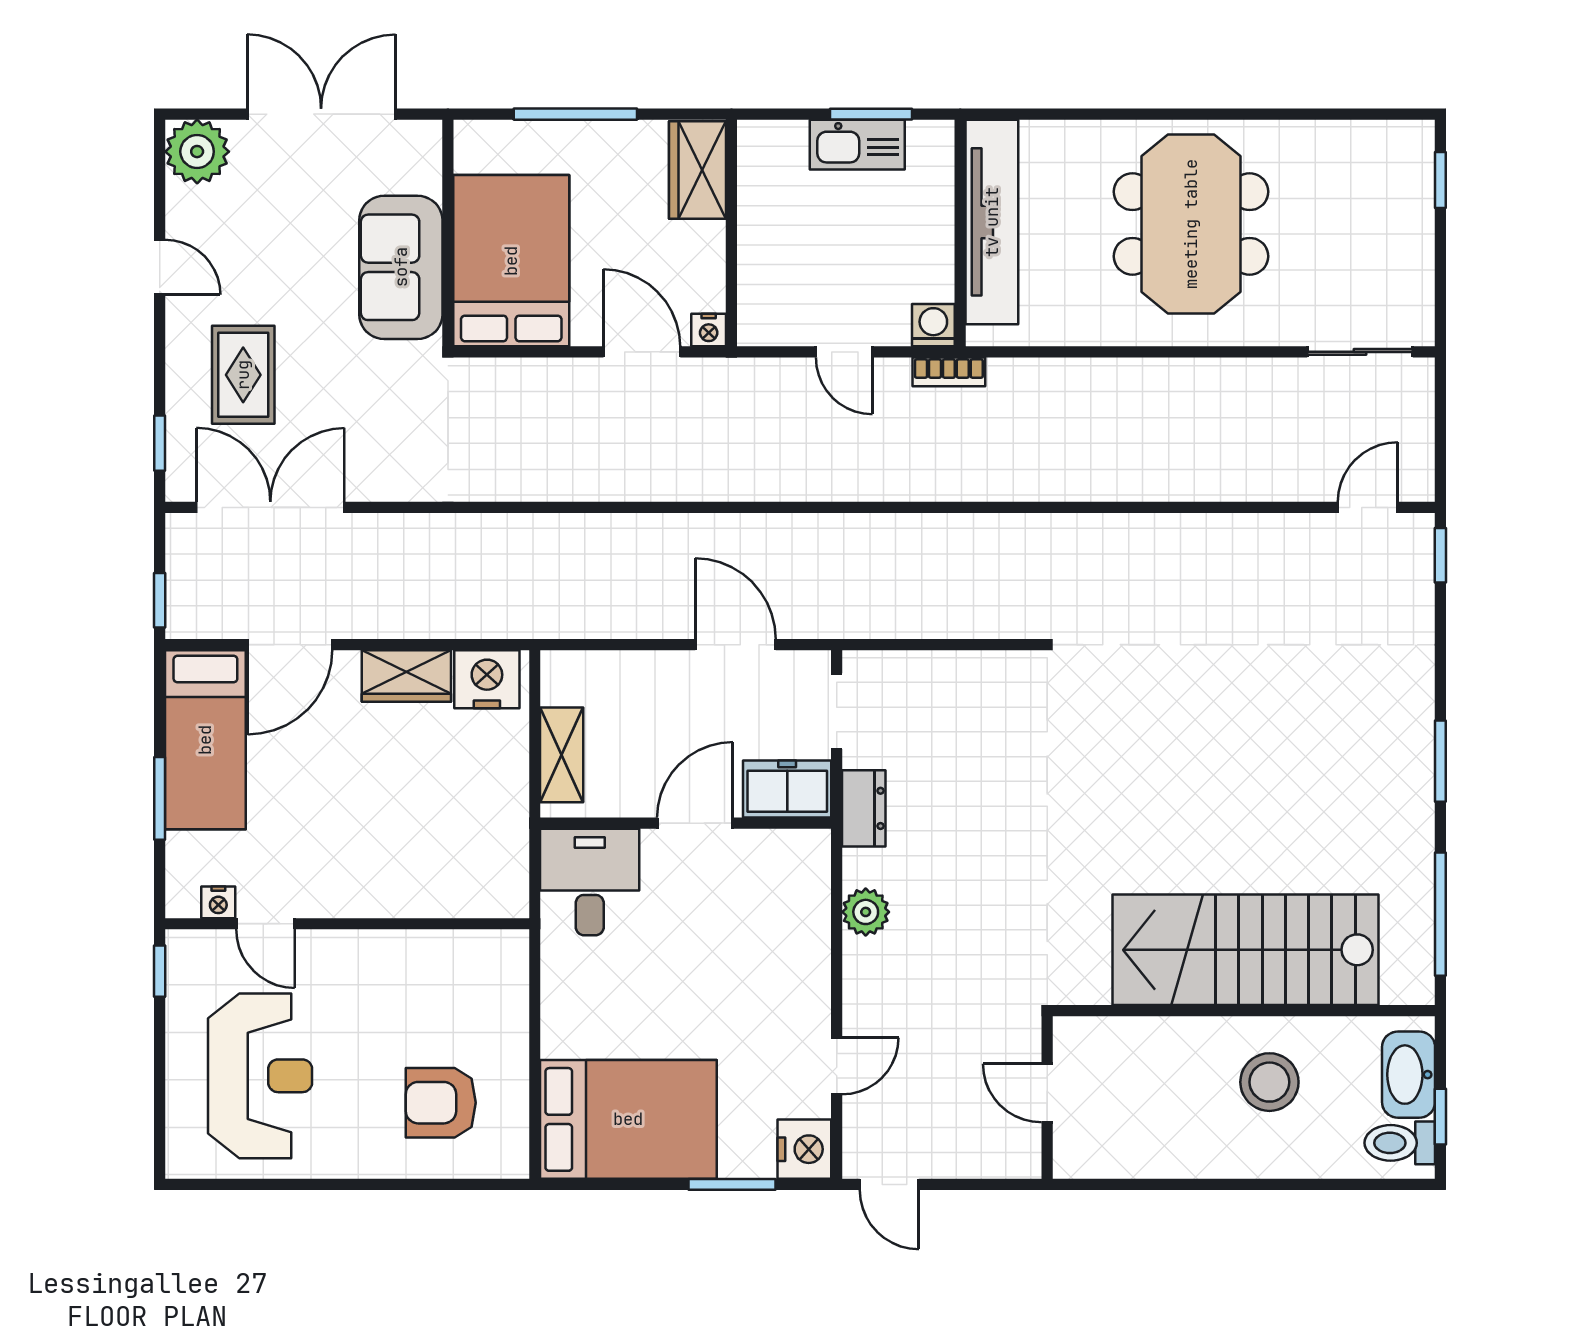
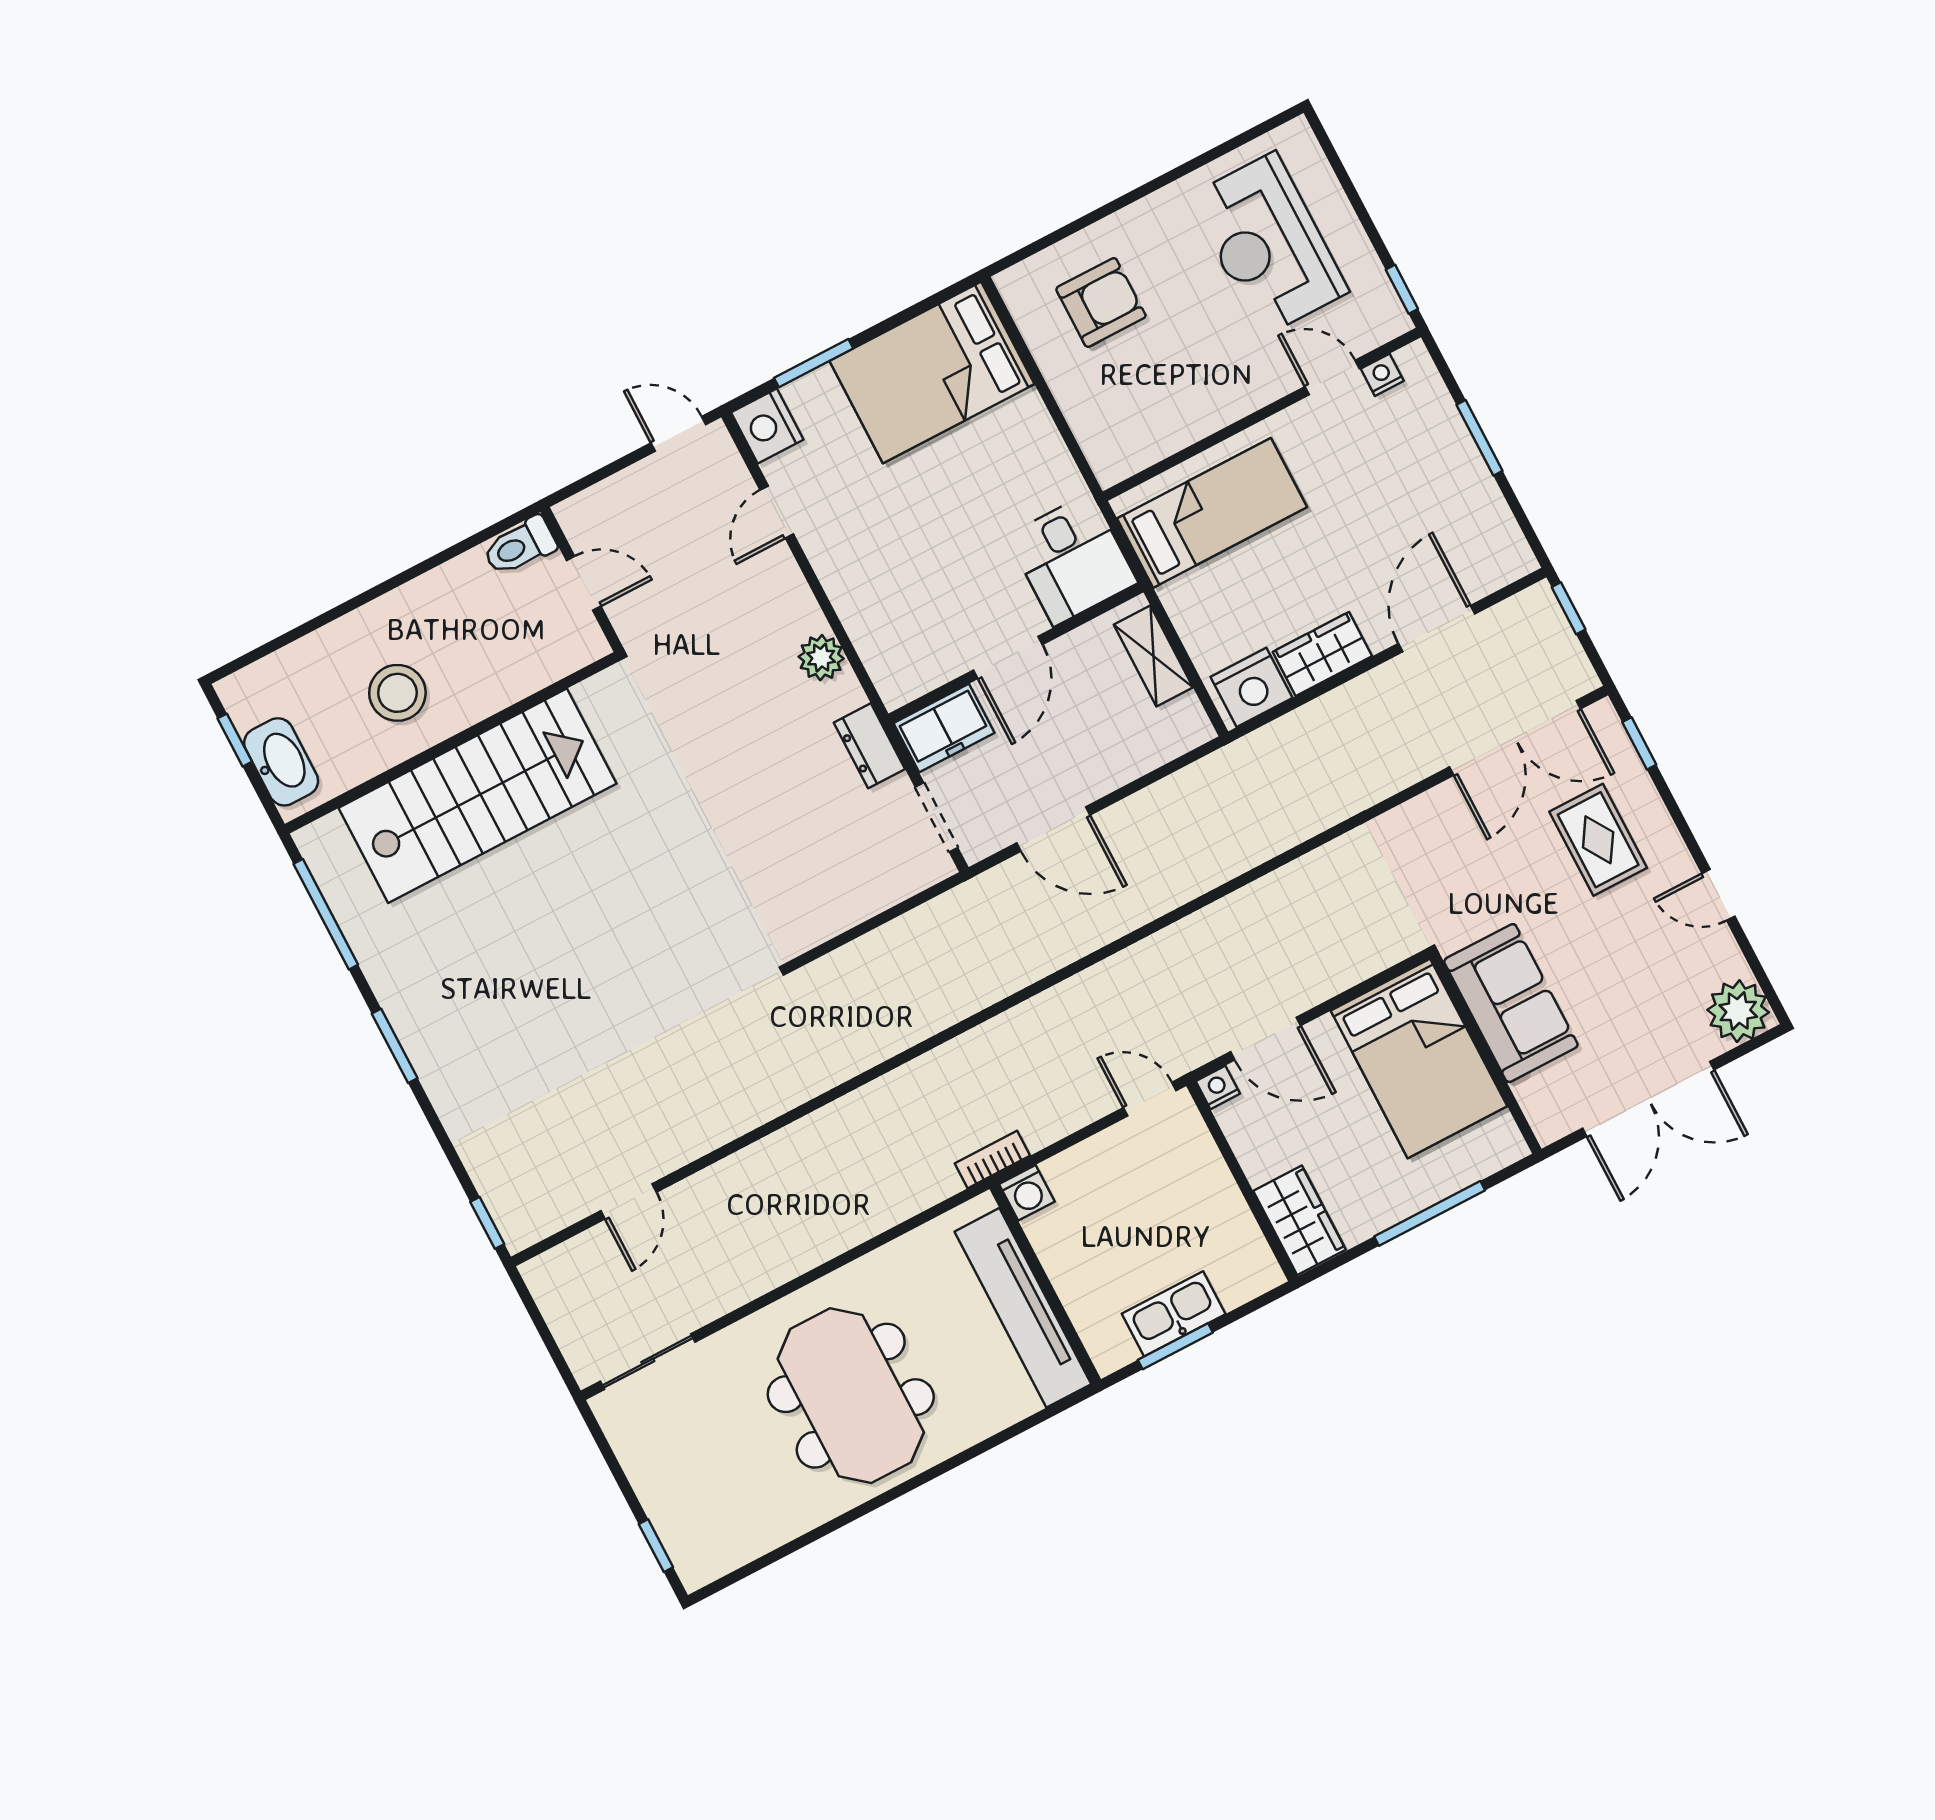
door: (844, 352) -> (1150, 1099), moved
door: (1368, 507) -> (629, 1201), moved
bed: (205, 740) -> (1212, 513), moved, turned 90
toilet: (1400, 1143) -> (520, 546), moved, turned 180

